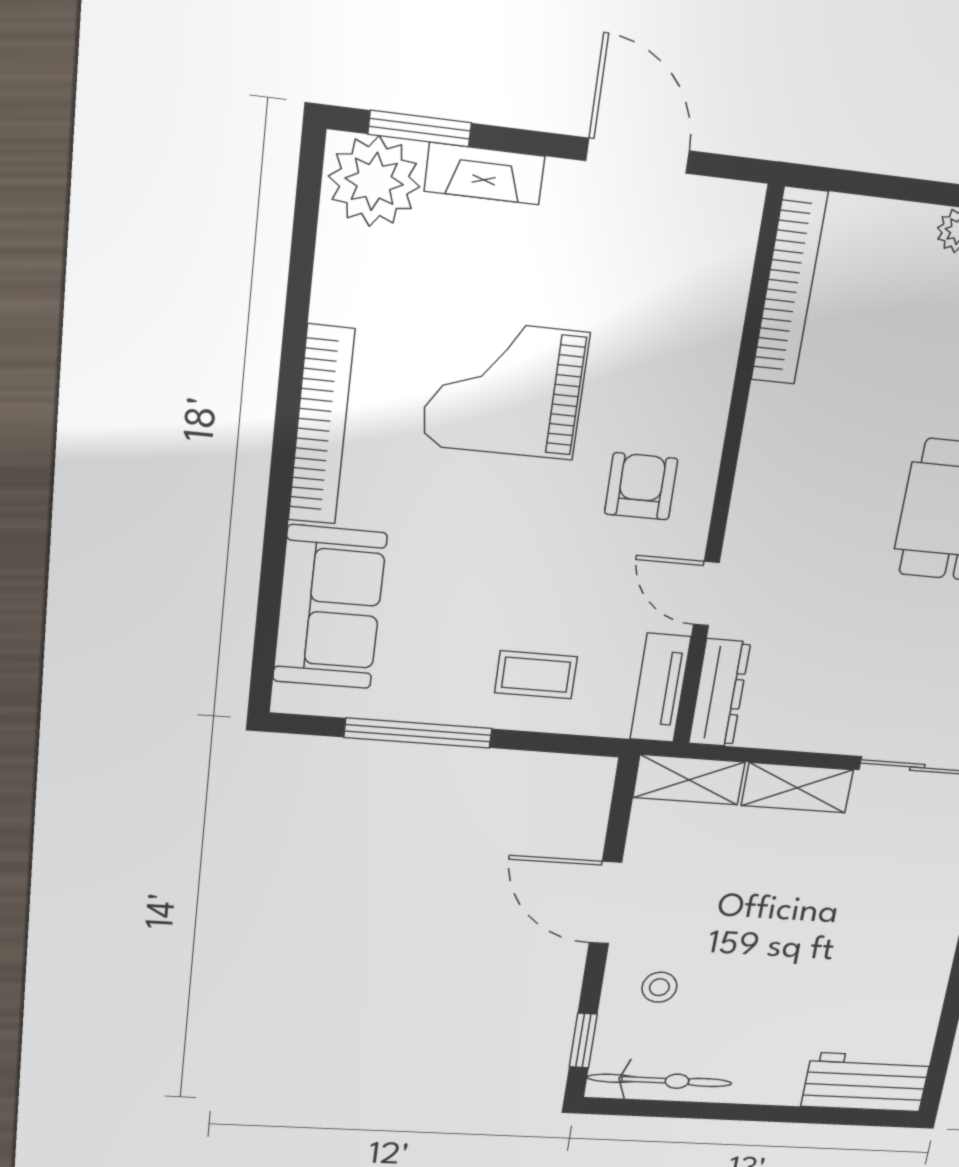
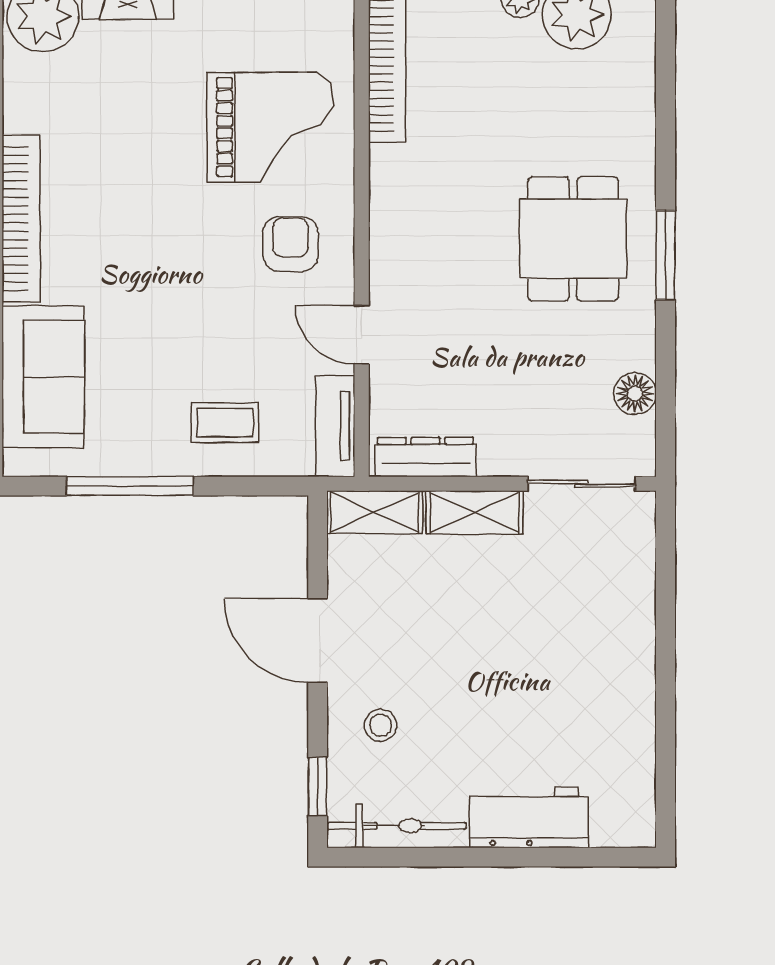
grand piano: (505, 389) -> (270, 127), moved, turned 180
dresser: (719, 693) -> (426, 457), moved, turned -90
workbench: (866, 1082) -> (529, 817), moved

